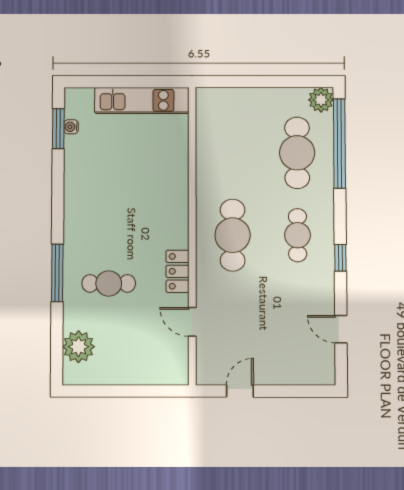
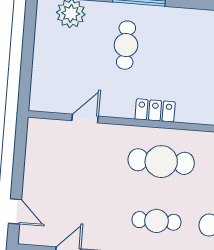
locker: (177, 271) -> (155, 110), moved
door: (240, 391) -> (15, 211), moved

